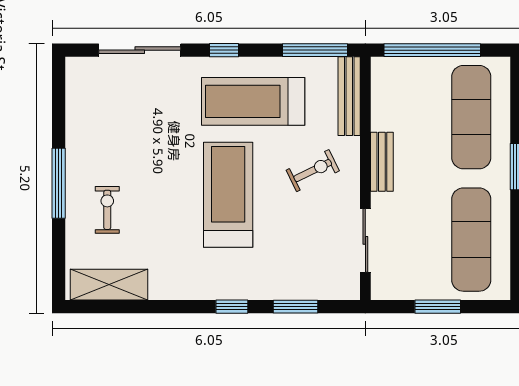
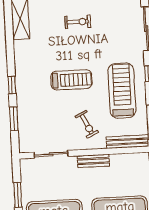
treadmill: (228, 195) -> (71, 80), width x0.73, depth x0.73
exercise bike: (107, 210) -> (78, 22), moved

